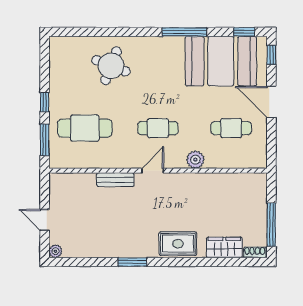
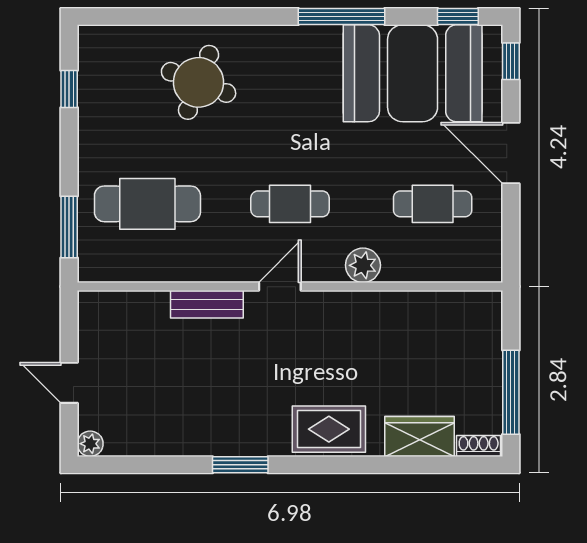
window: (45, 102) -> (69, 89), moved

